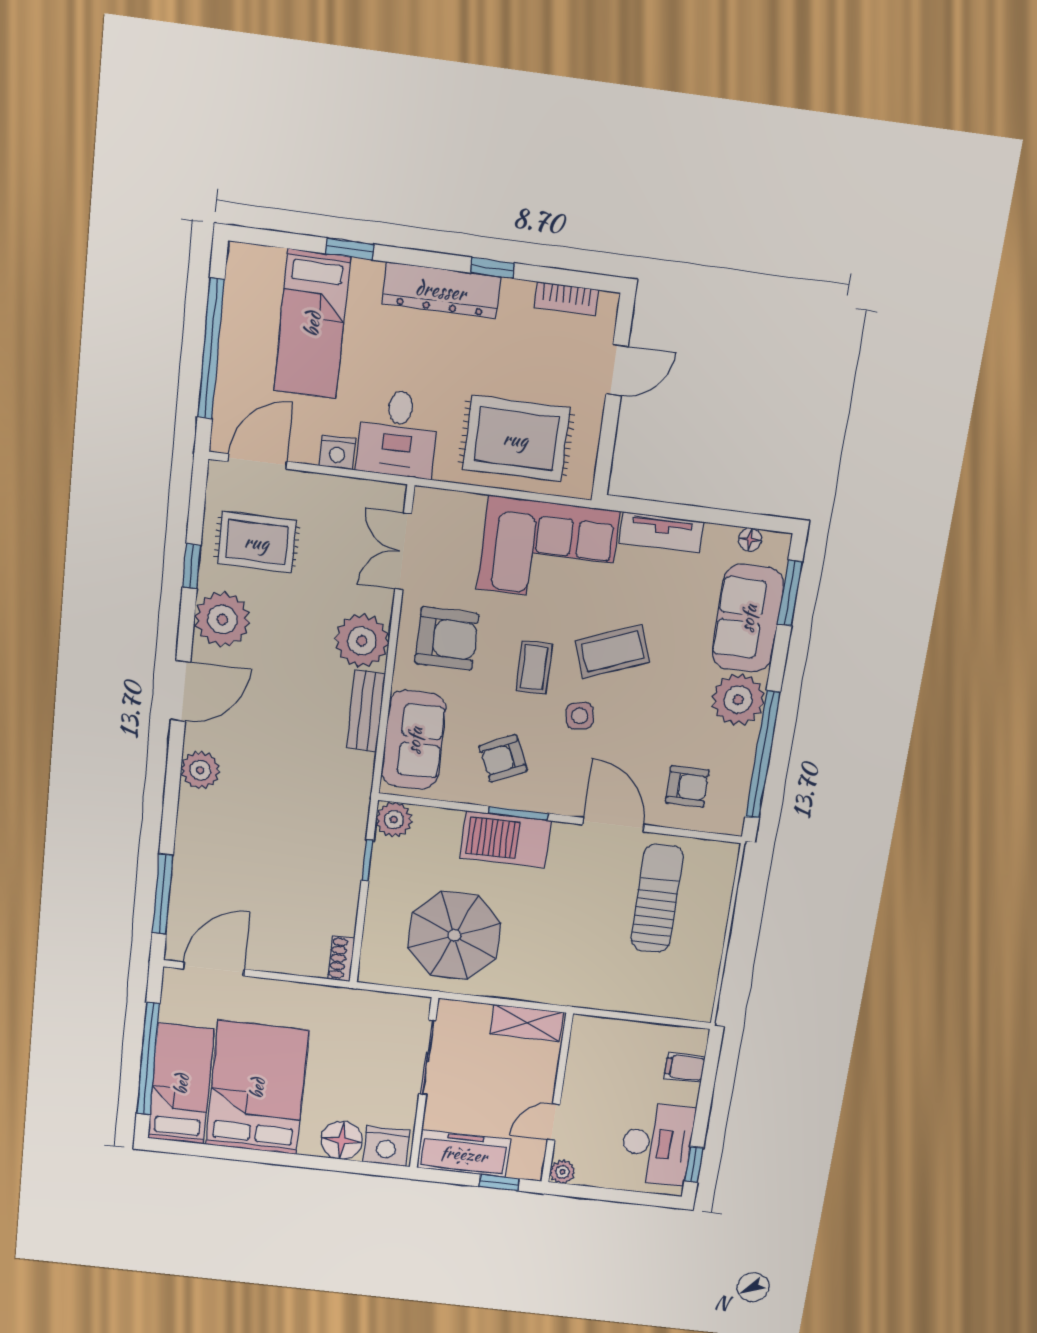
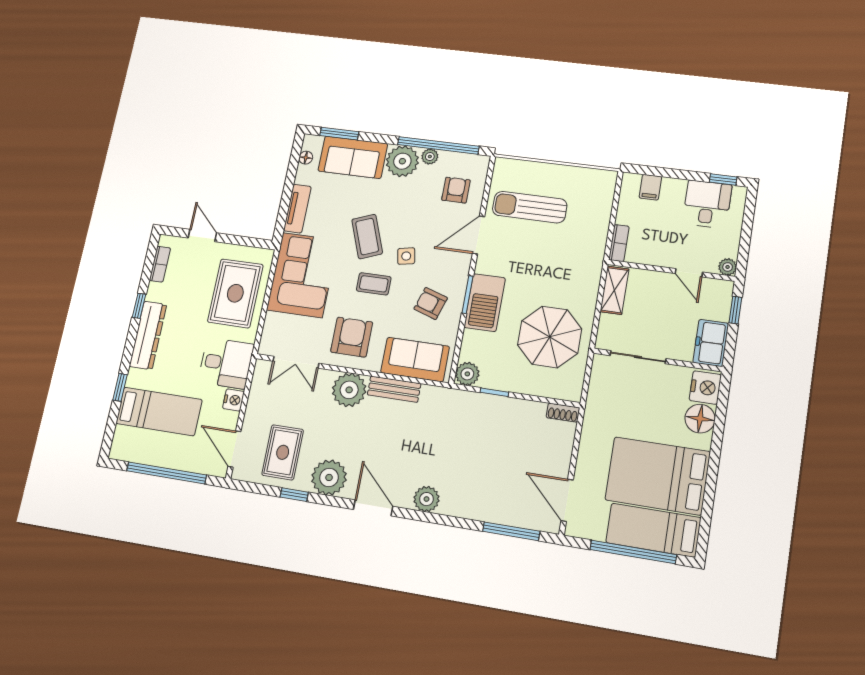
plant: (744, 743) -> (430, 157), added
armchair: (503, 758) -> (431, 303), turned 133
bookcase: (599, 1027) -> (619, 243), added
desk: (657, 1144) -> (707, 204), width x0.73
freezer: (464, 1154) -> (711, 343), width x0.71

